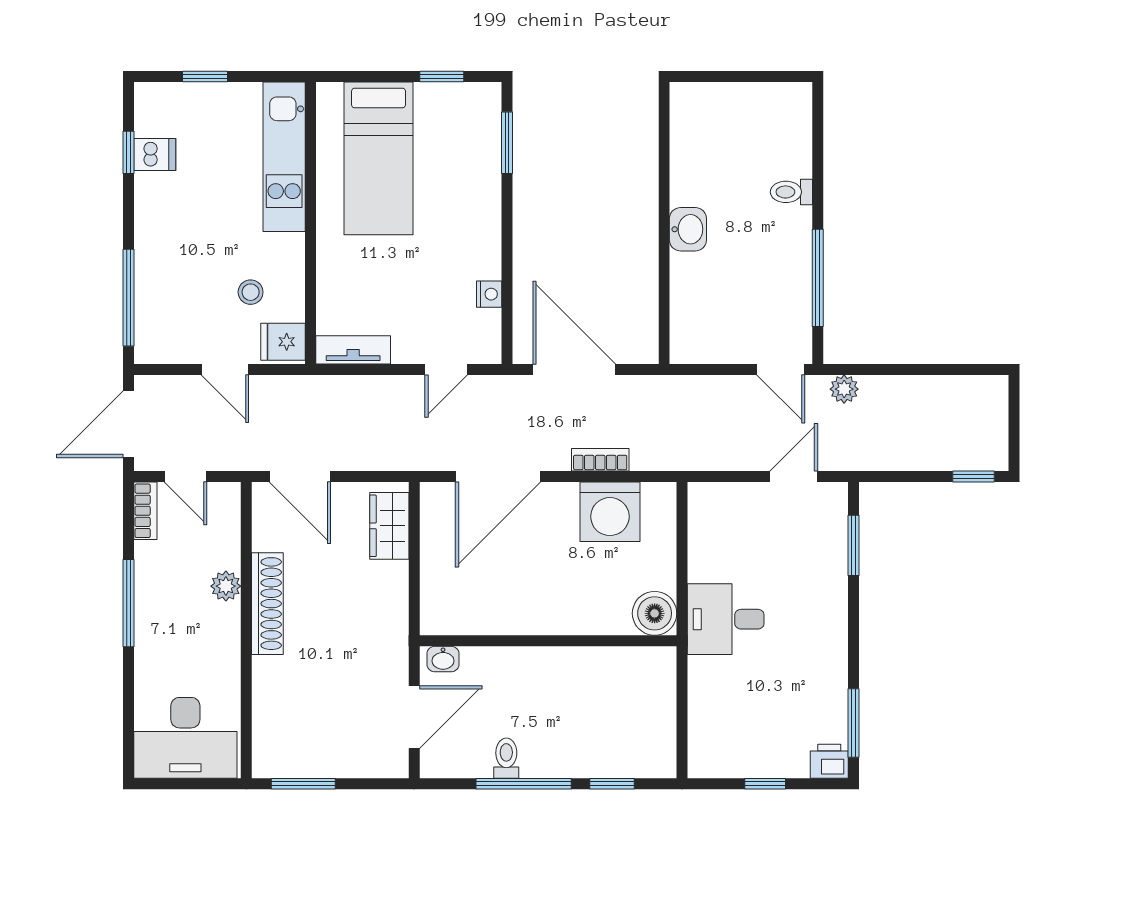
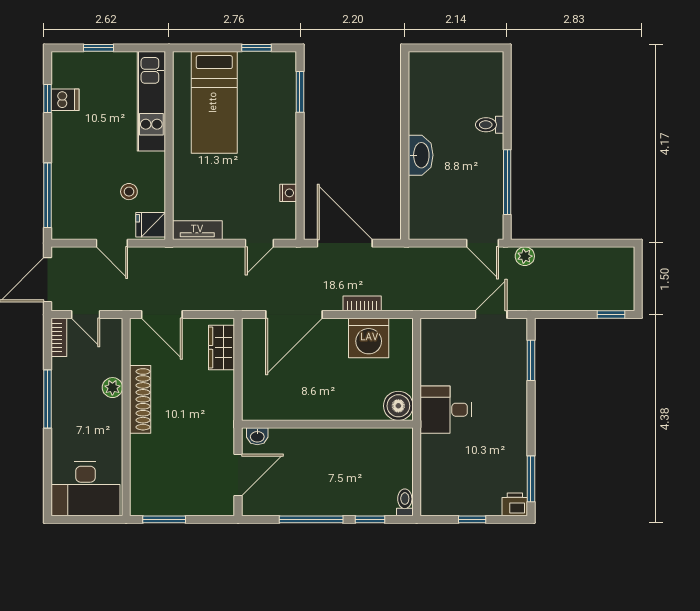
washbasin: (688, 229) -> (421, 155), width x1.38
toilet: (506, 758) -> (405, 502), moved

